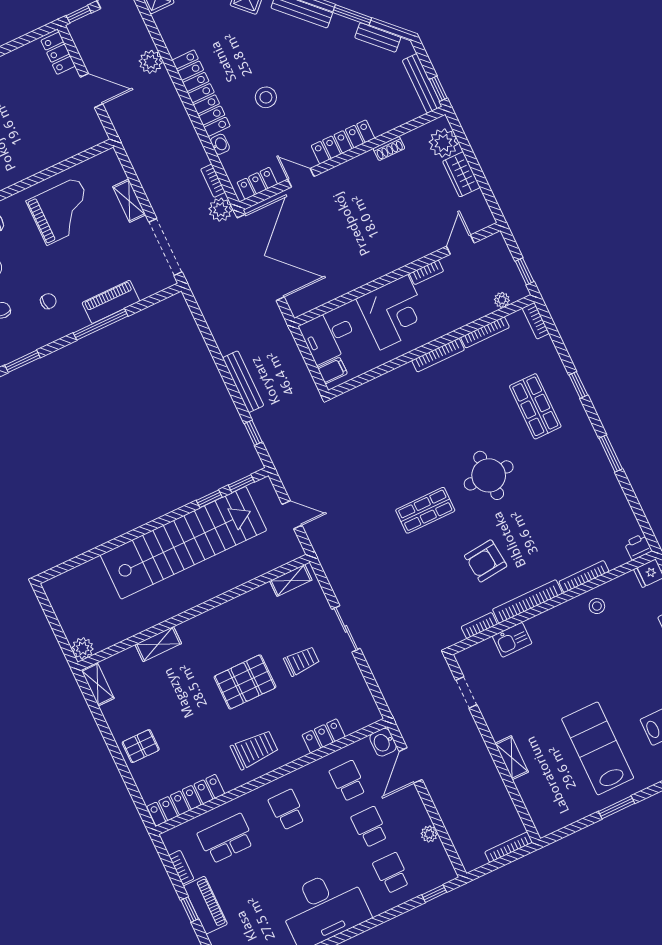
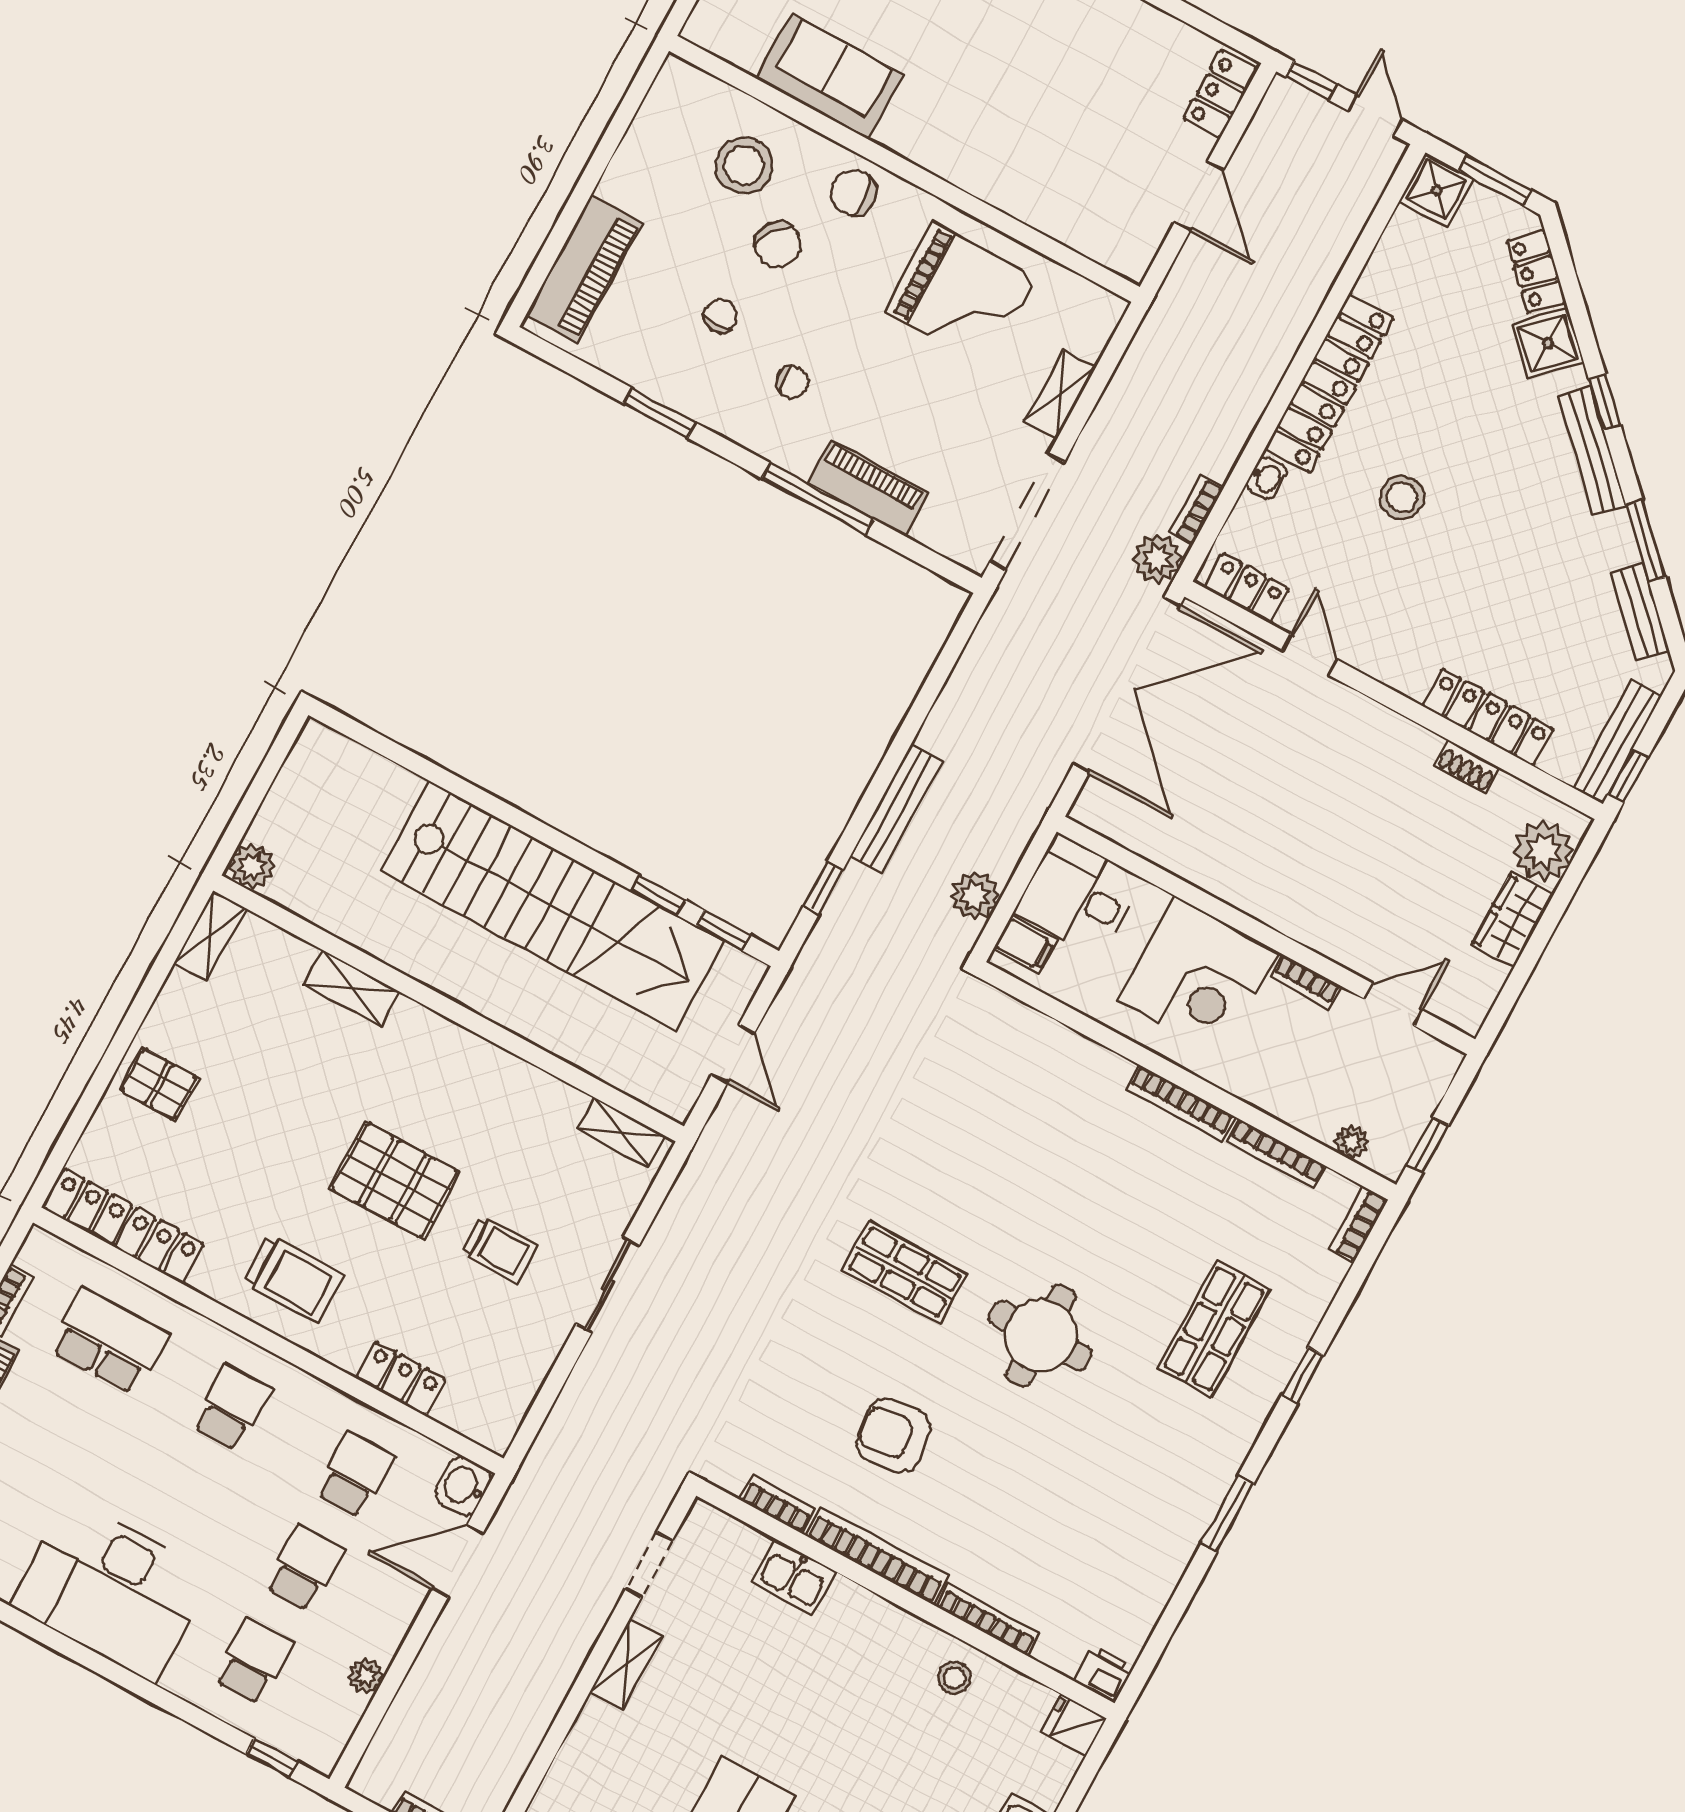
plant: (151, 62) -> (975, 895), moved
locker: (343, 142) -> (1488, 717), moved
shelving: (512, 758) -> (626, 1664), moved

